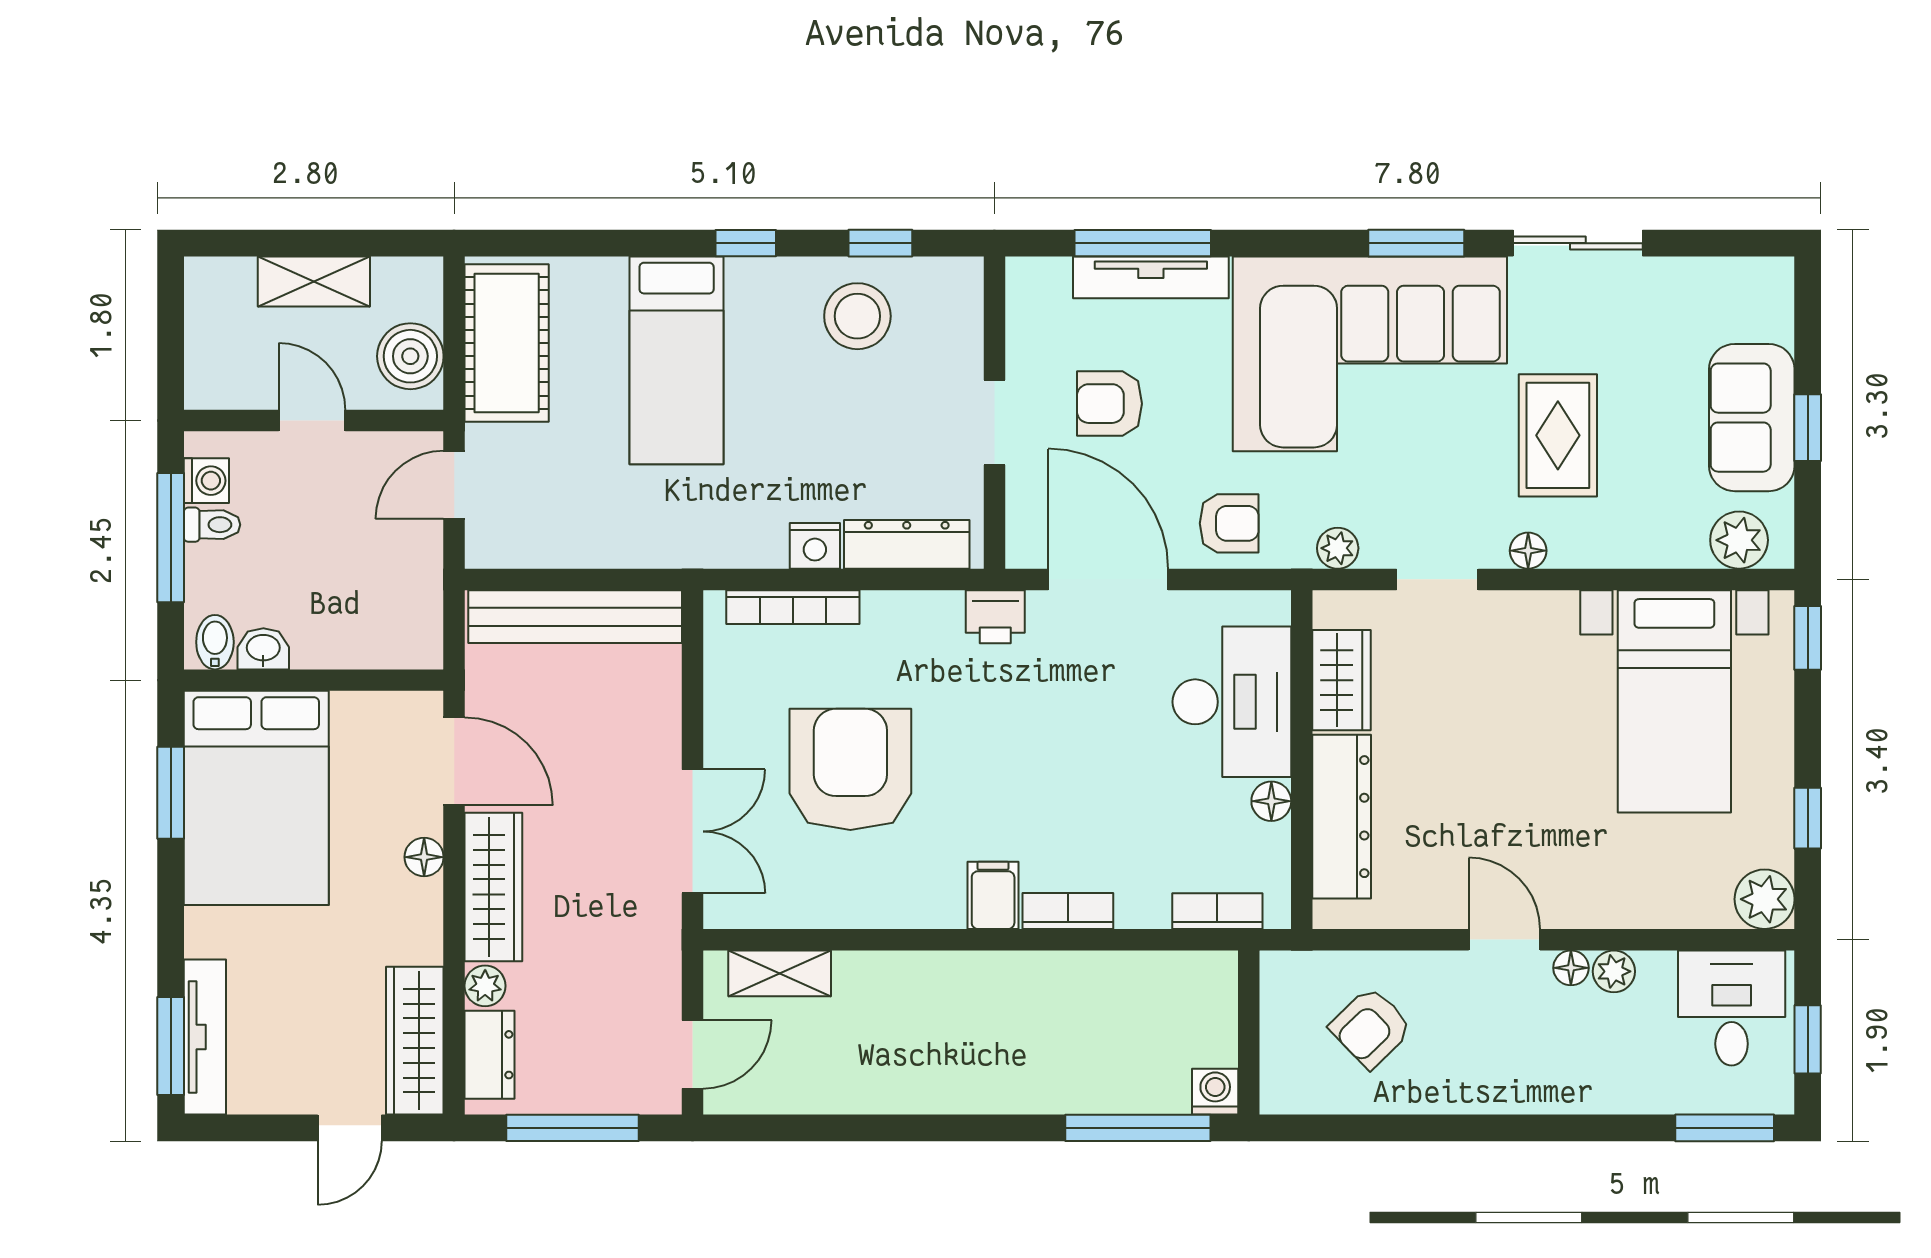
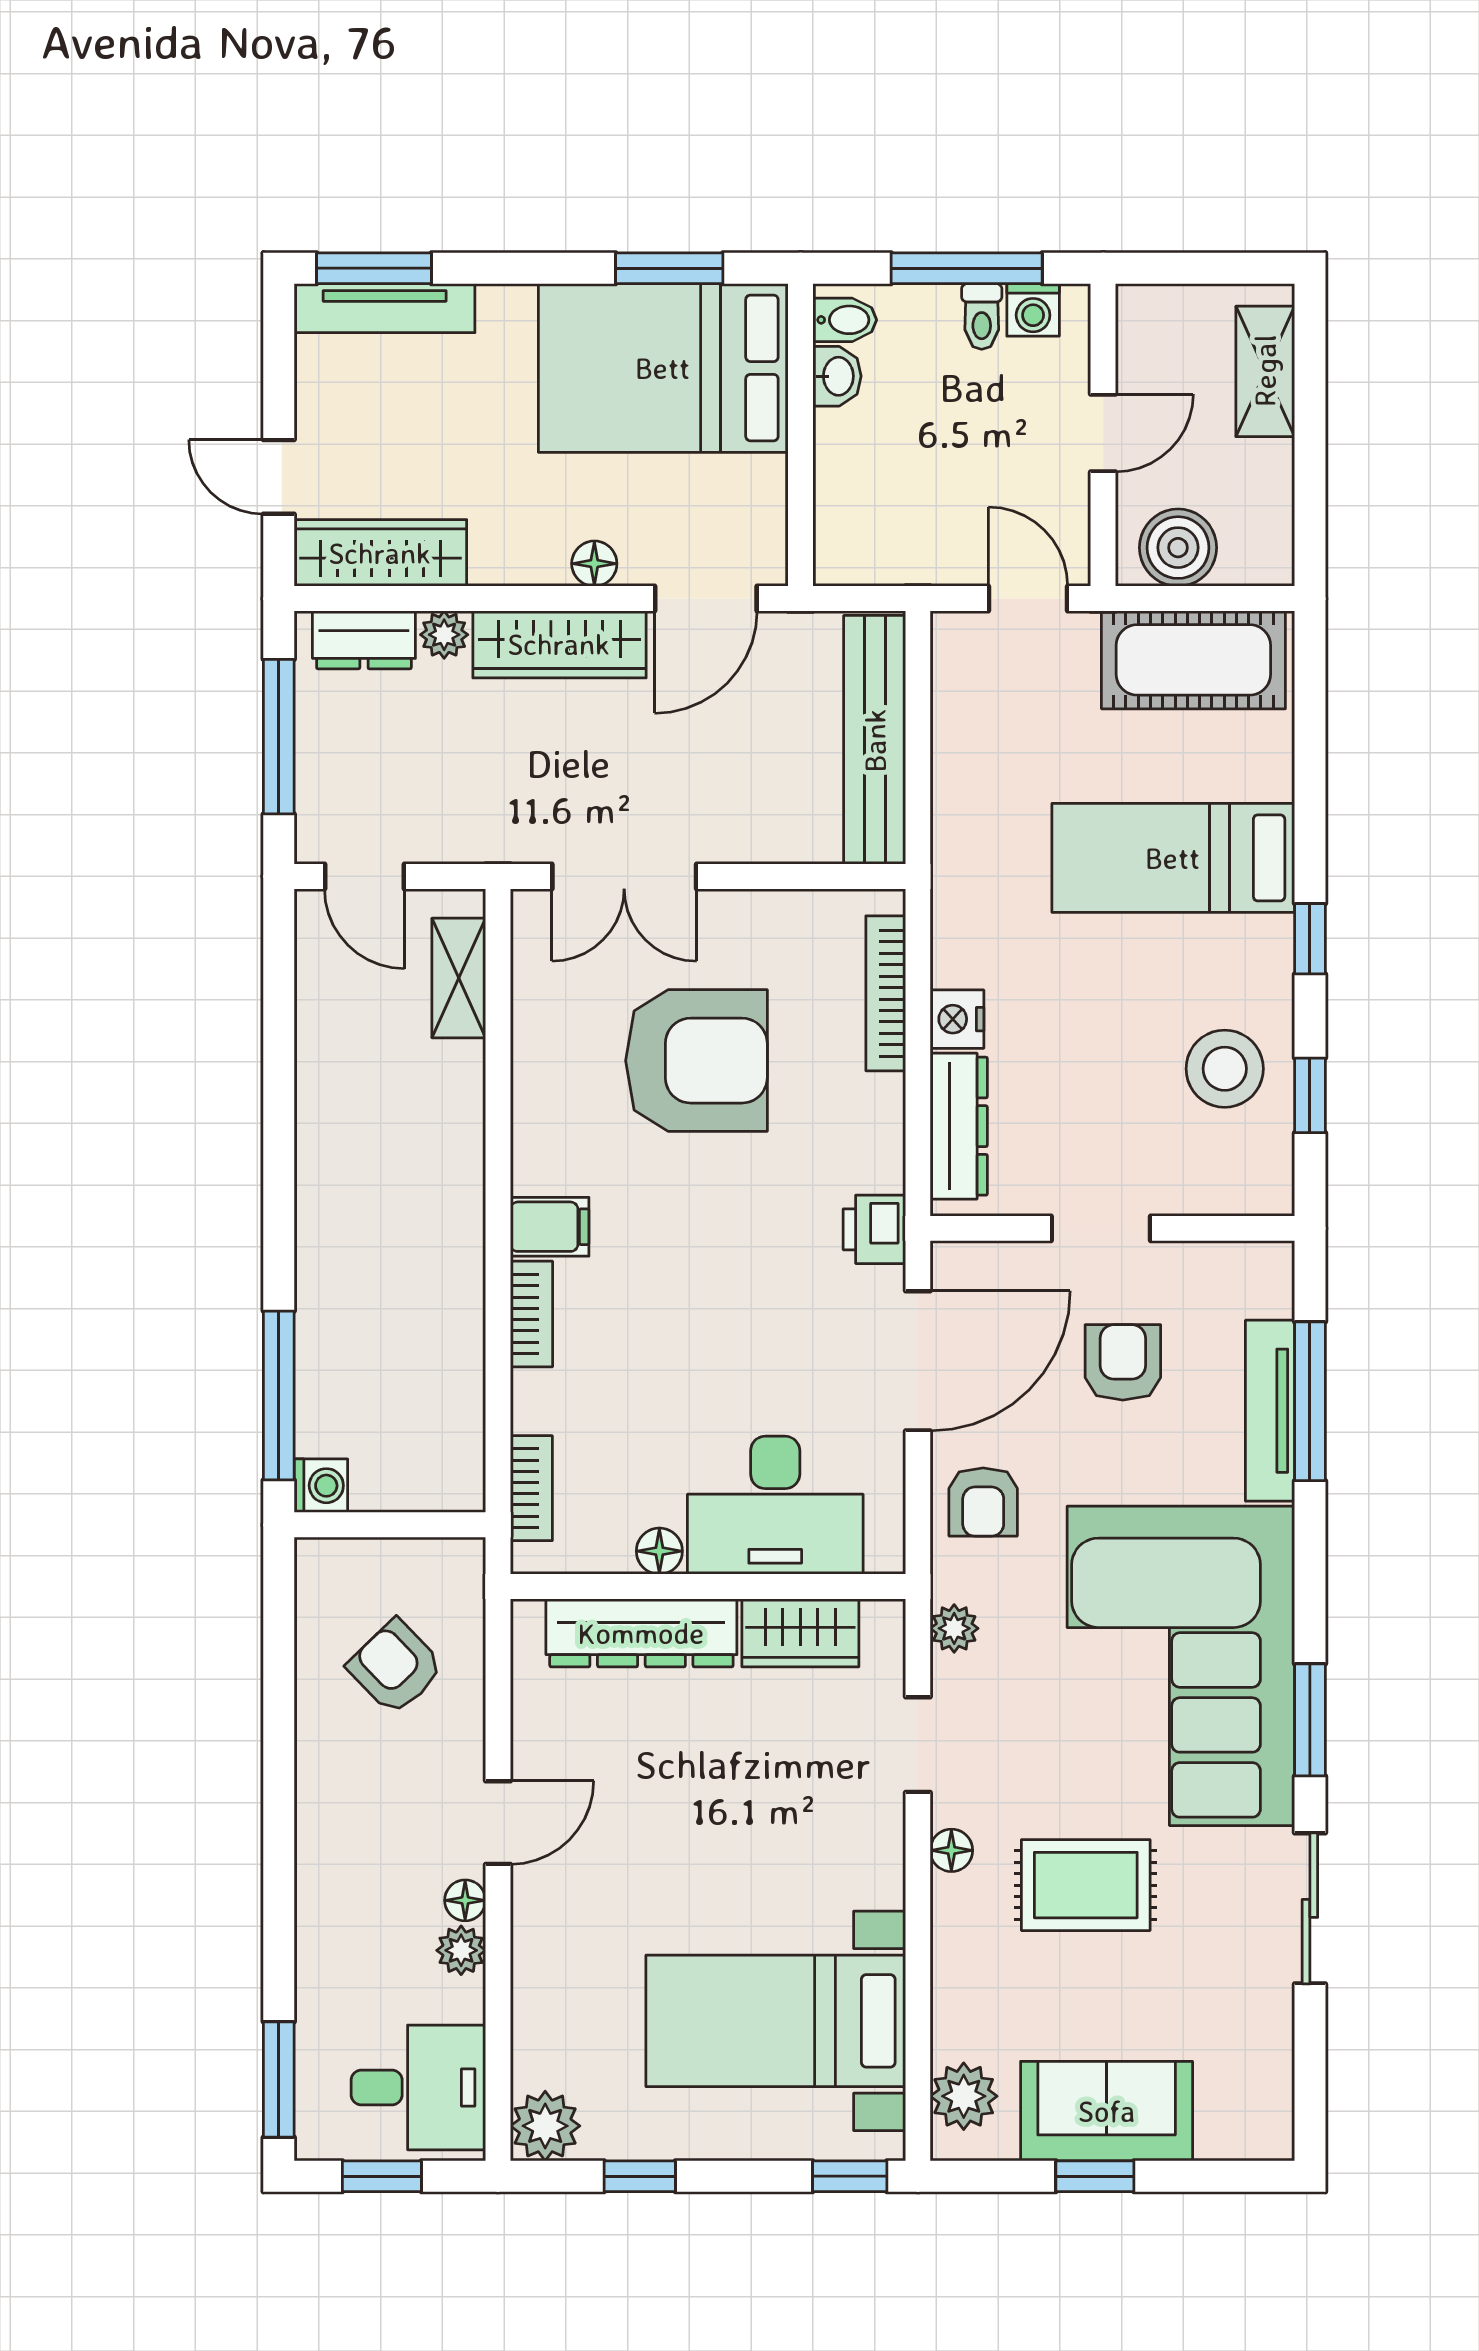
shelving: (314, 281) -> (1265, 371), moved

